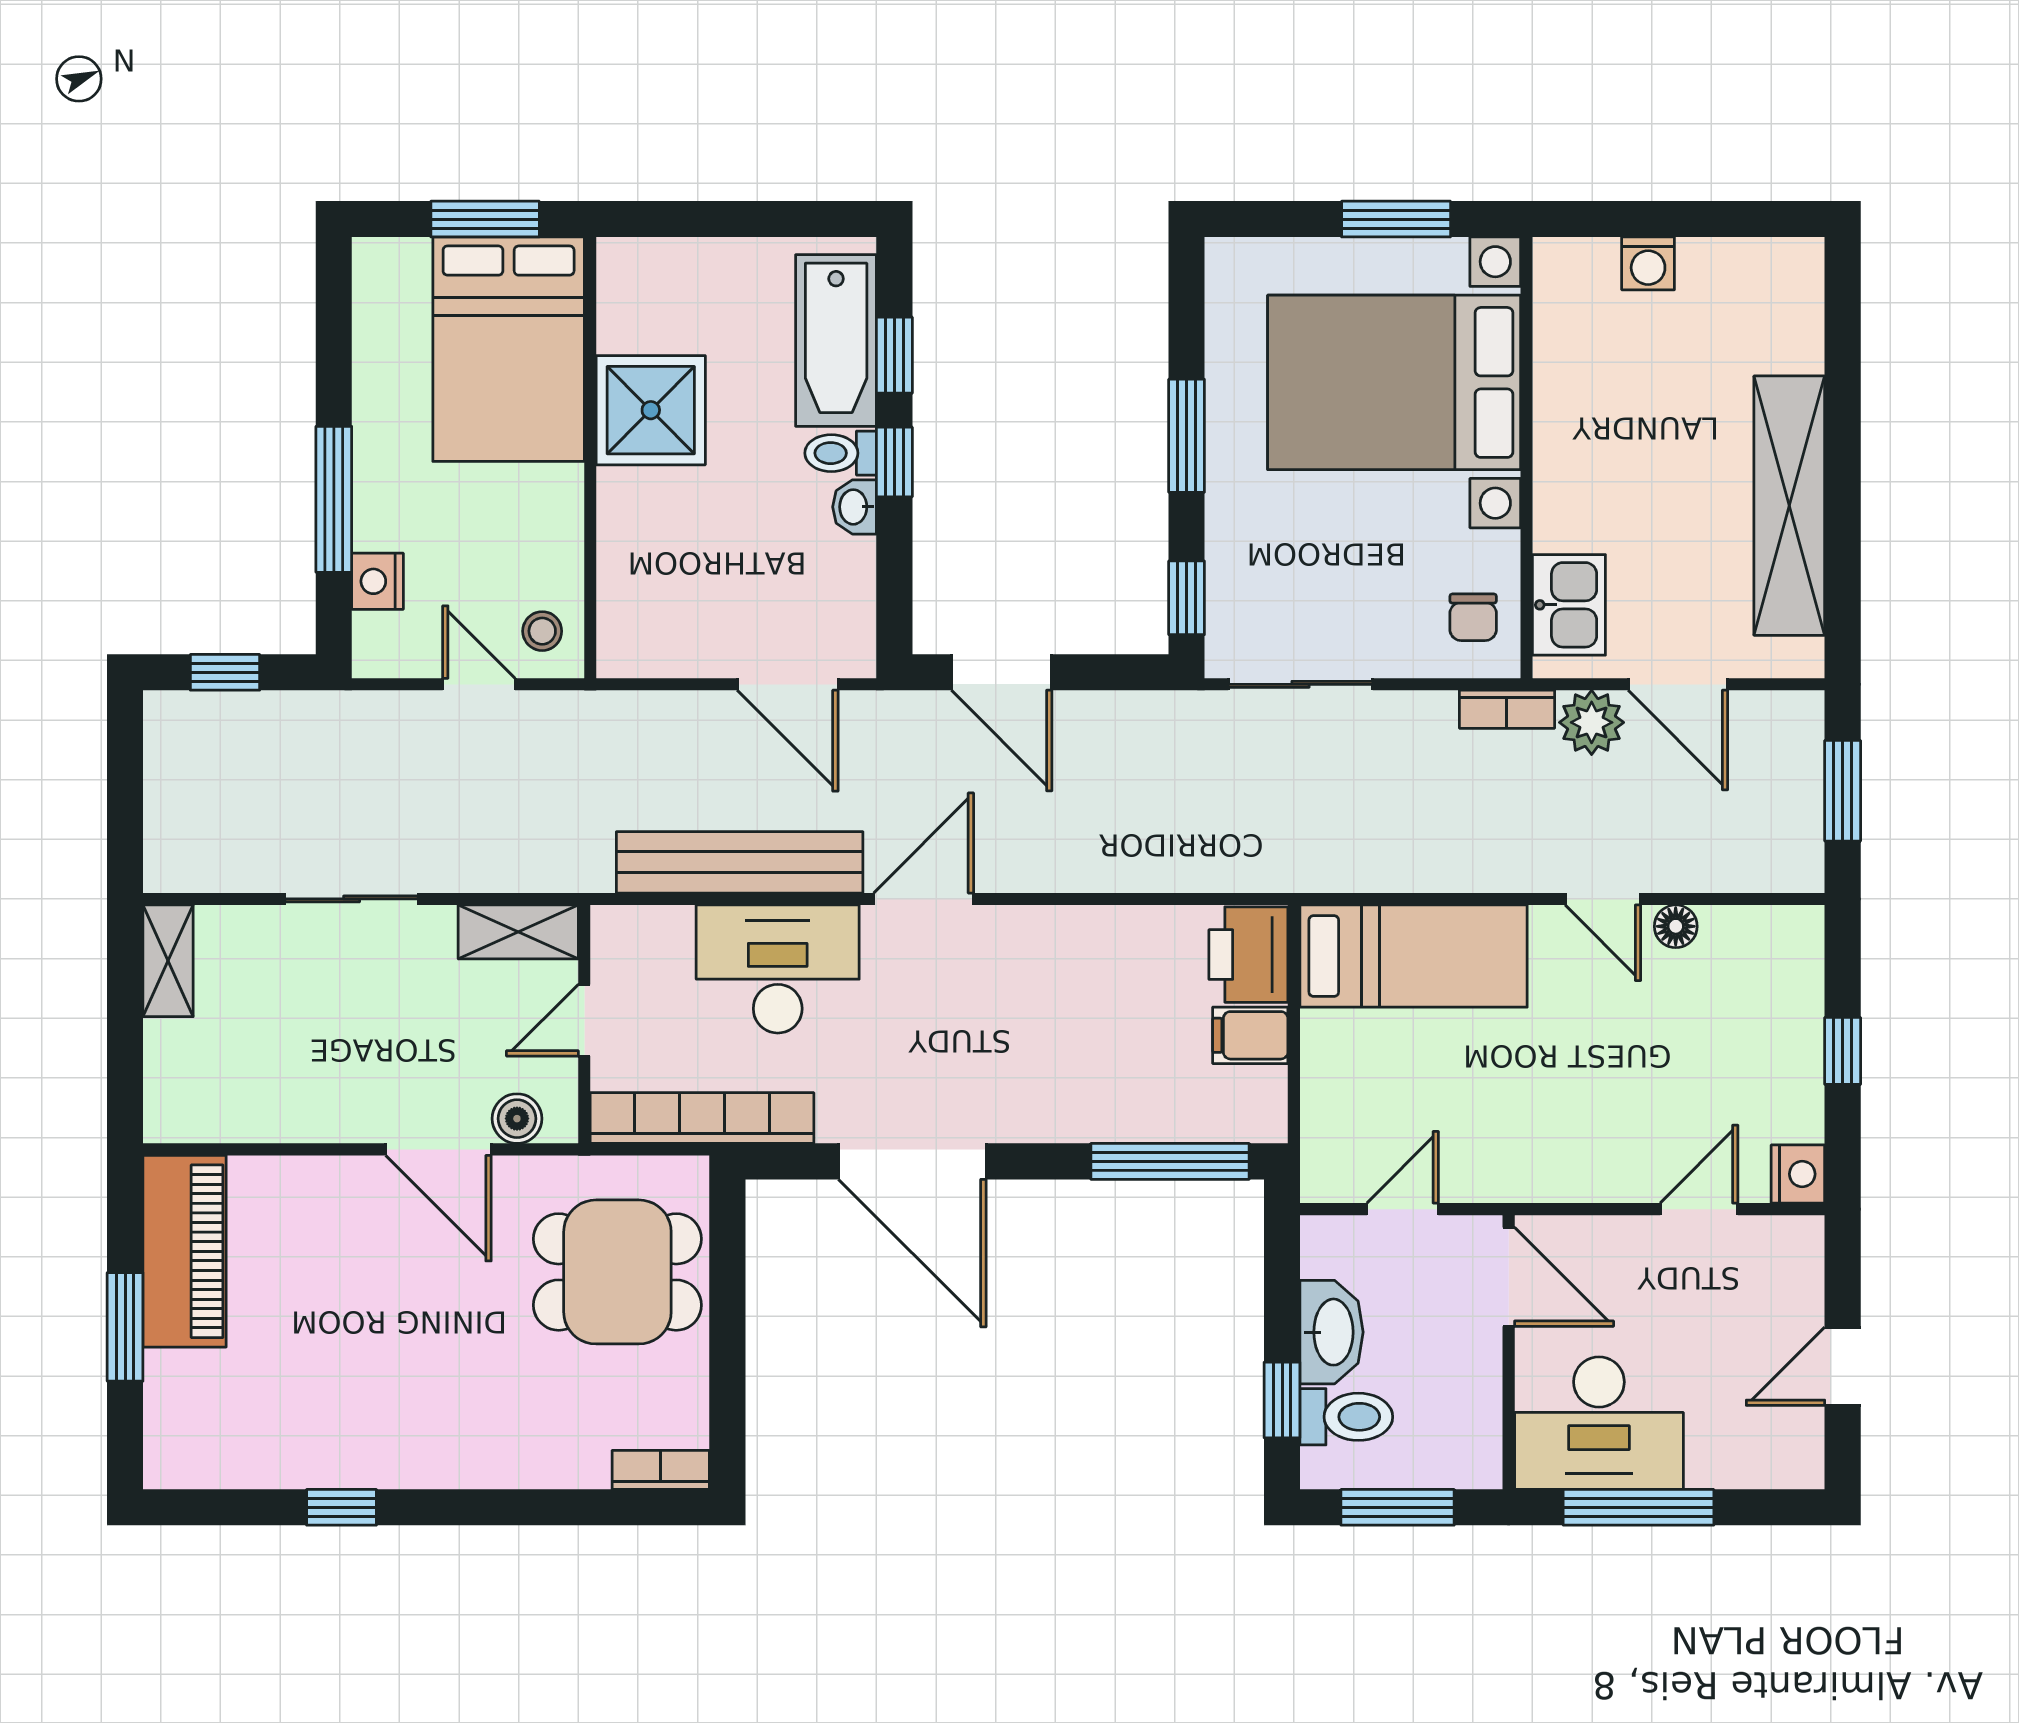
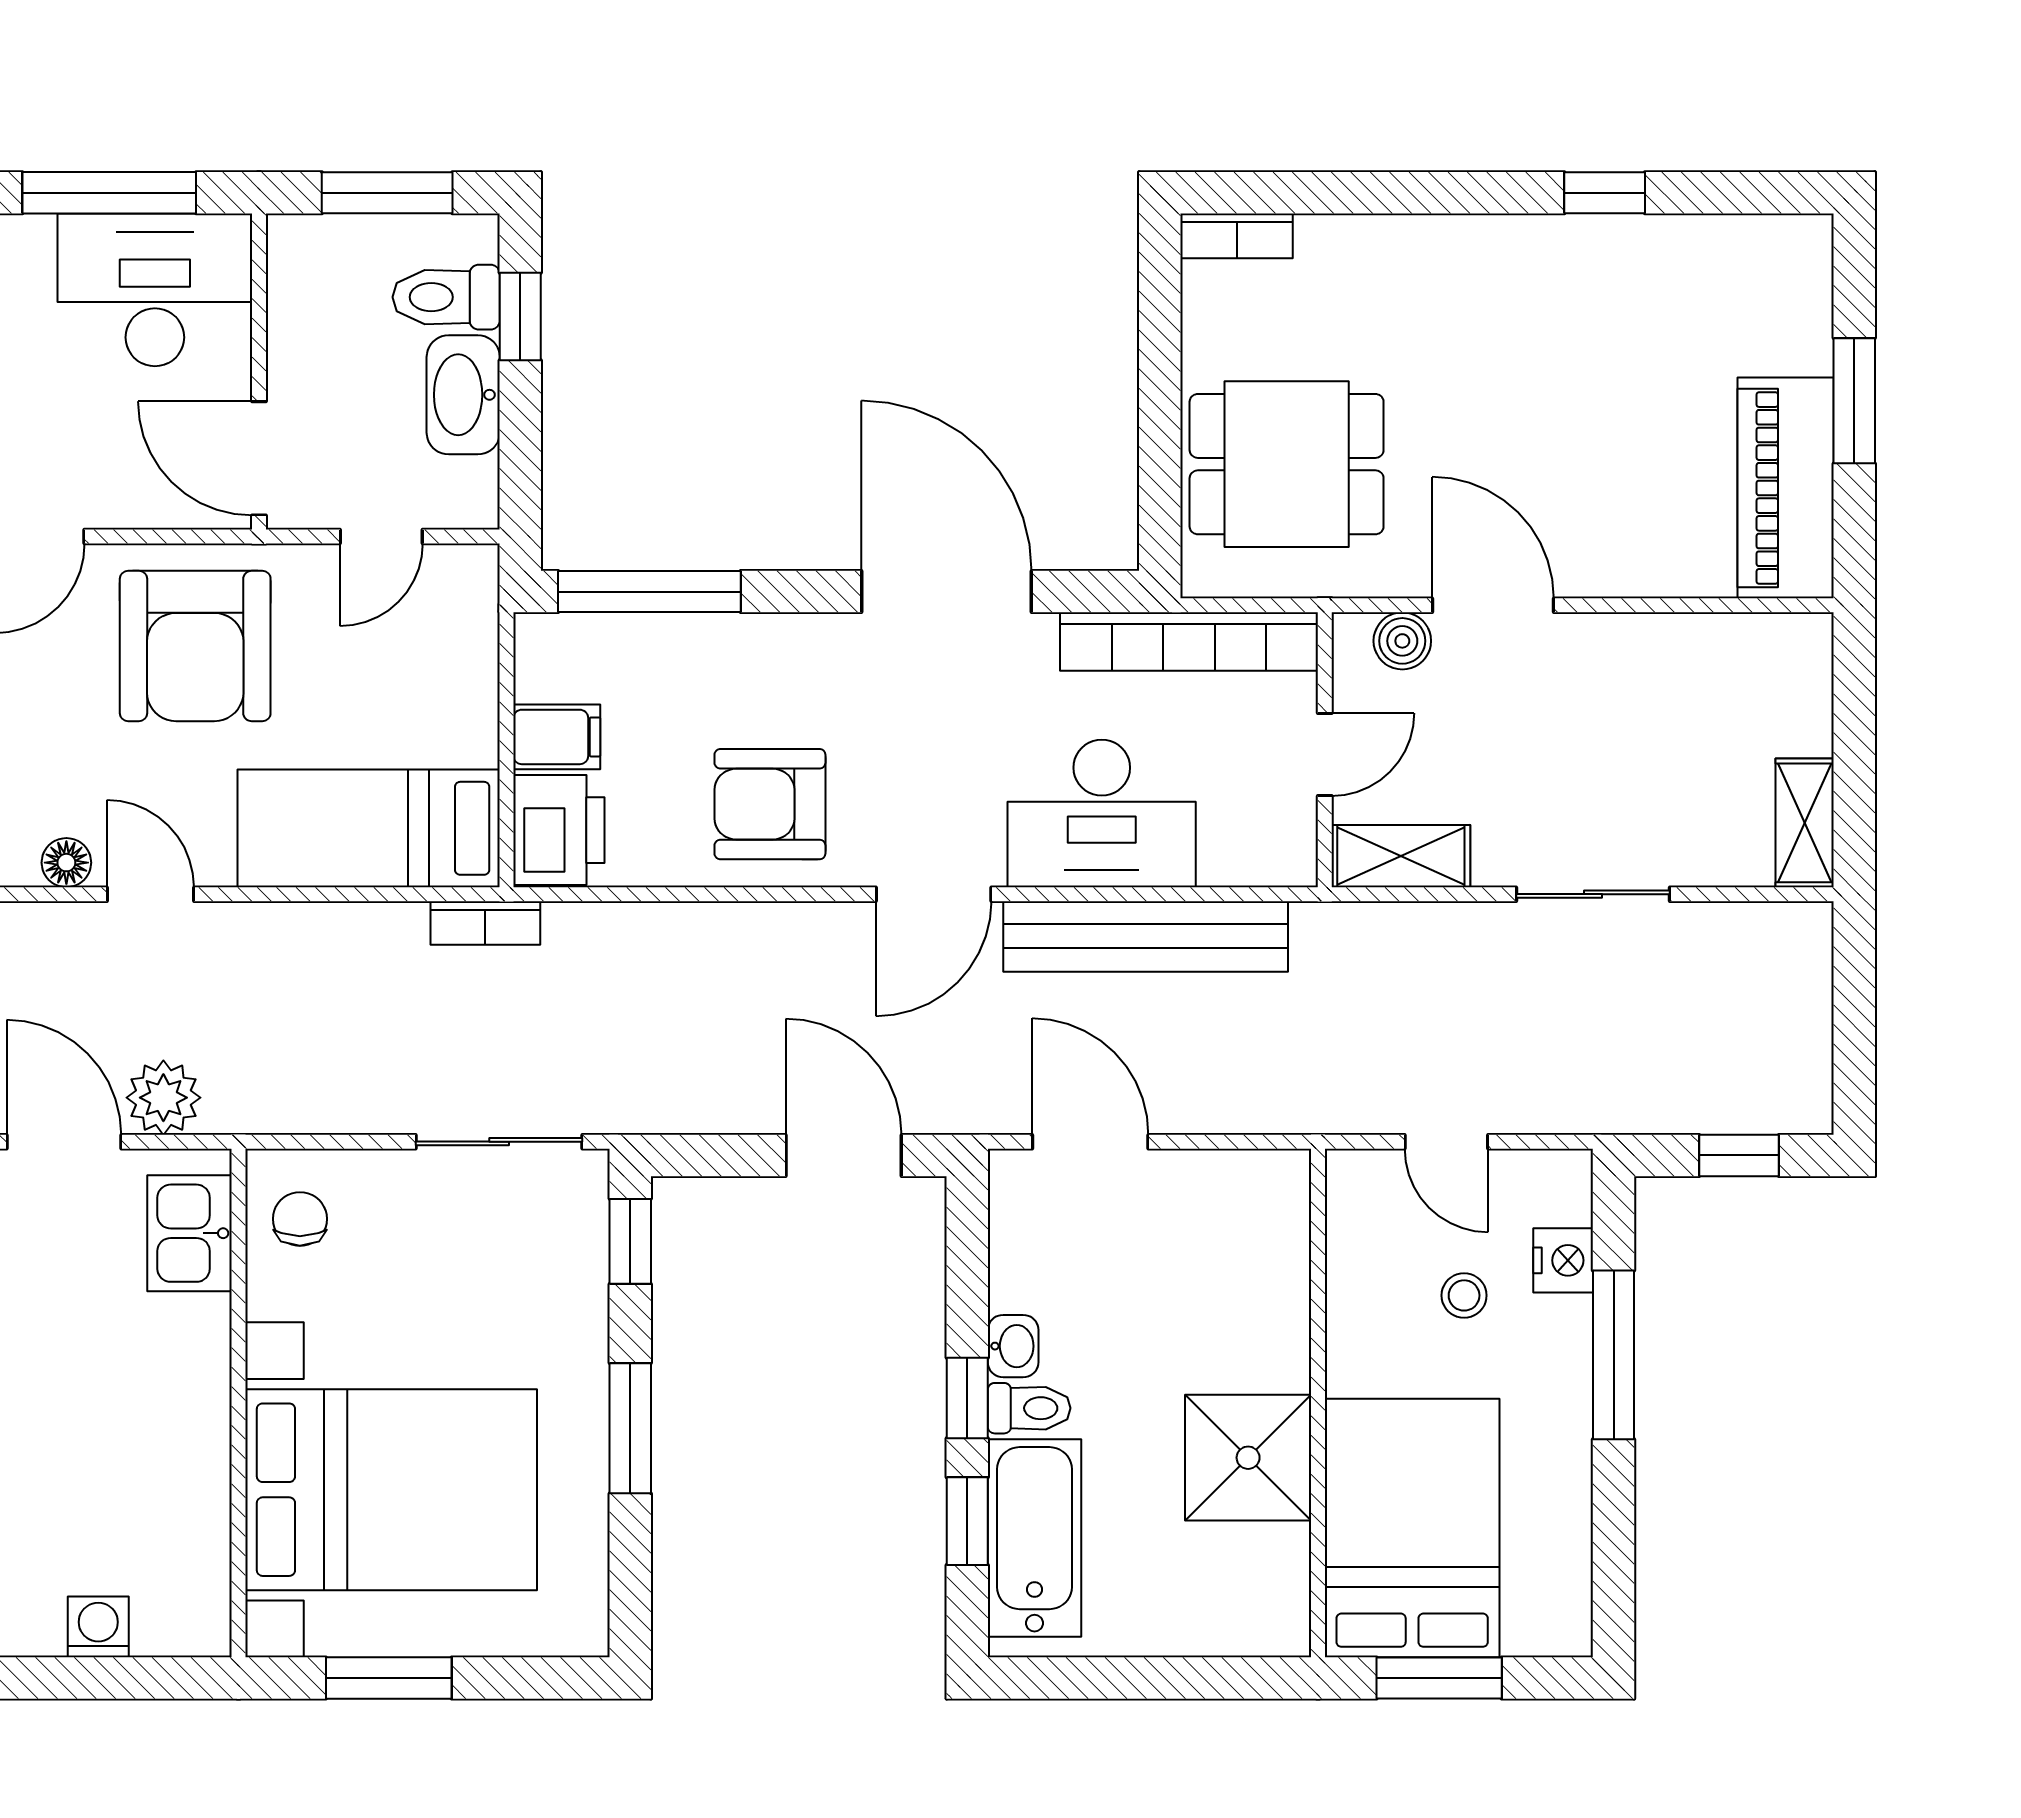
stool: (542, 631) -> (1464, 1295), moved
bookcase: (1507, 709) -> (485, 923), moved, turned 180
armchair: (1065, 977) -> (770, 804), added
armchair: (1564, 1114) -> (195, 646), added

